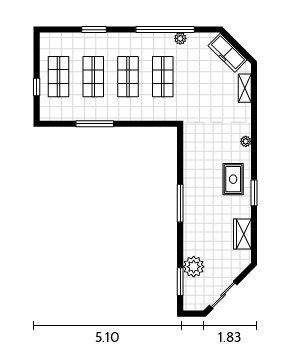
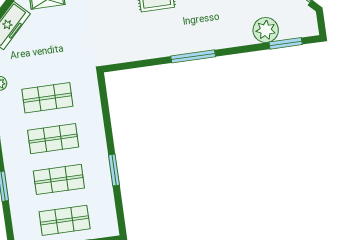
window: (95, 124) -> (114, 170), width x0.69

